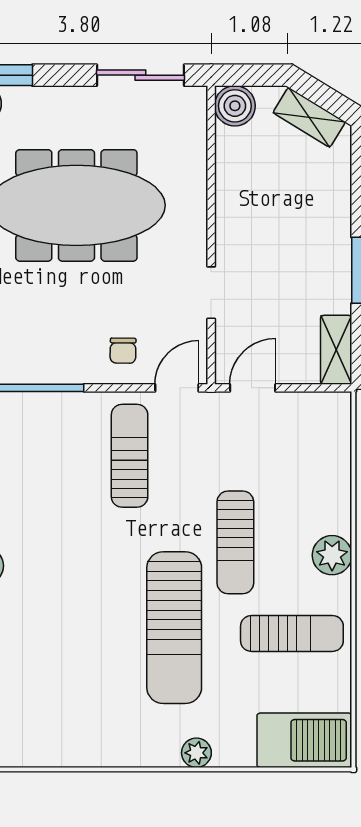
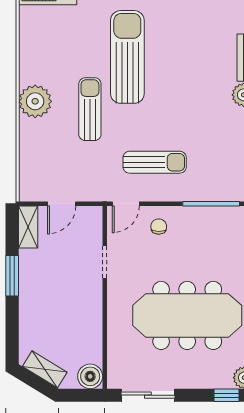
door: (253, 388) -> (62, 204), moved
sun lounger: (130, 456) -> (155, 162), turned -90
plant: (332, 555) -> (35, 101), width x1.36, depth x1.36
sun lounger: (292, 633) -> (55, 53), removed

